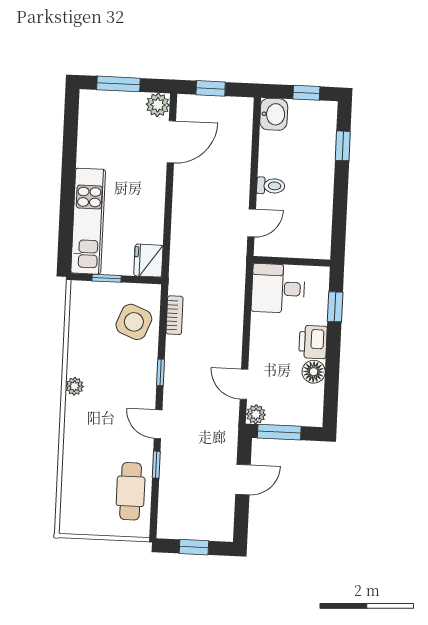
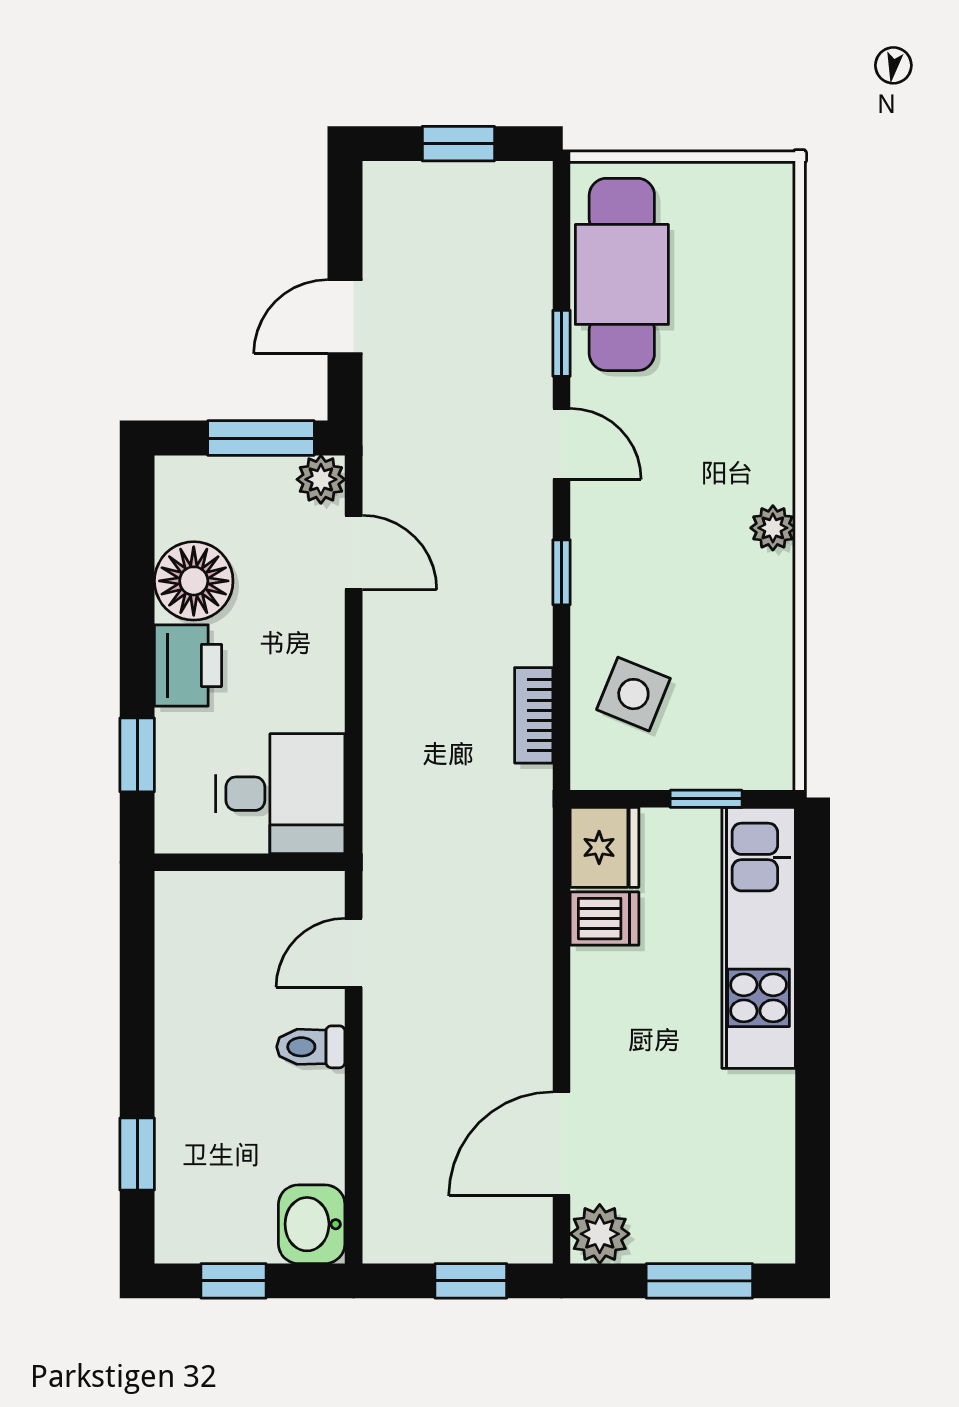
dishwasher: (150, 232) -> (604, 919), added
side table: (134, 322) -> (633, 694), width x0.73, depth x0.73
floor lamp: (314, 372) -> (194, 581), width x1.38, depth x1.38
cafe table: (131, 491) -> (622, 274), width x1.37, depth x1.35

